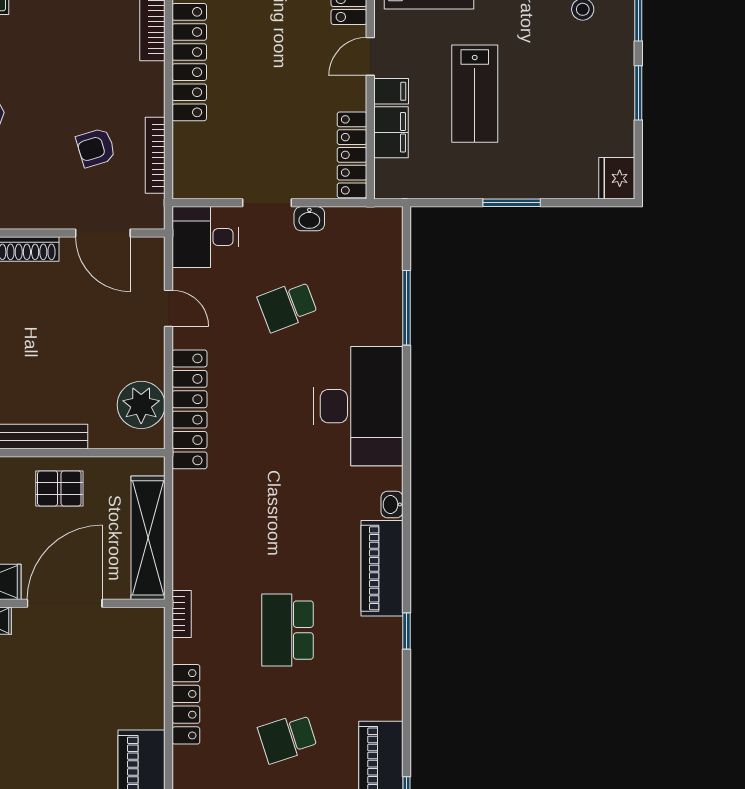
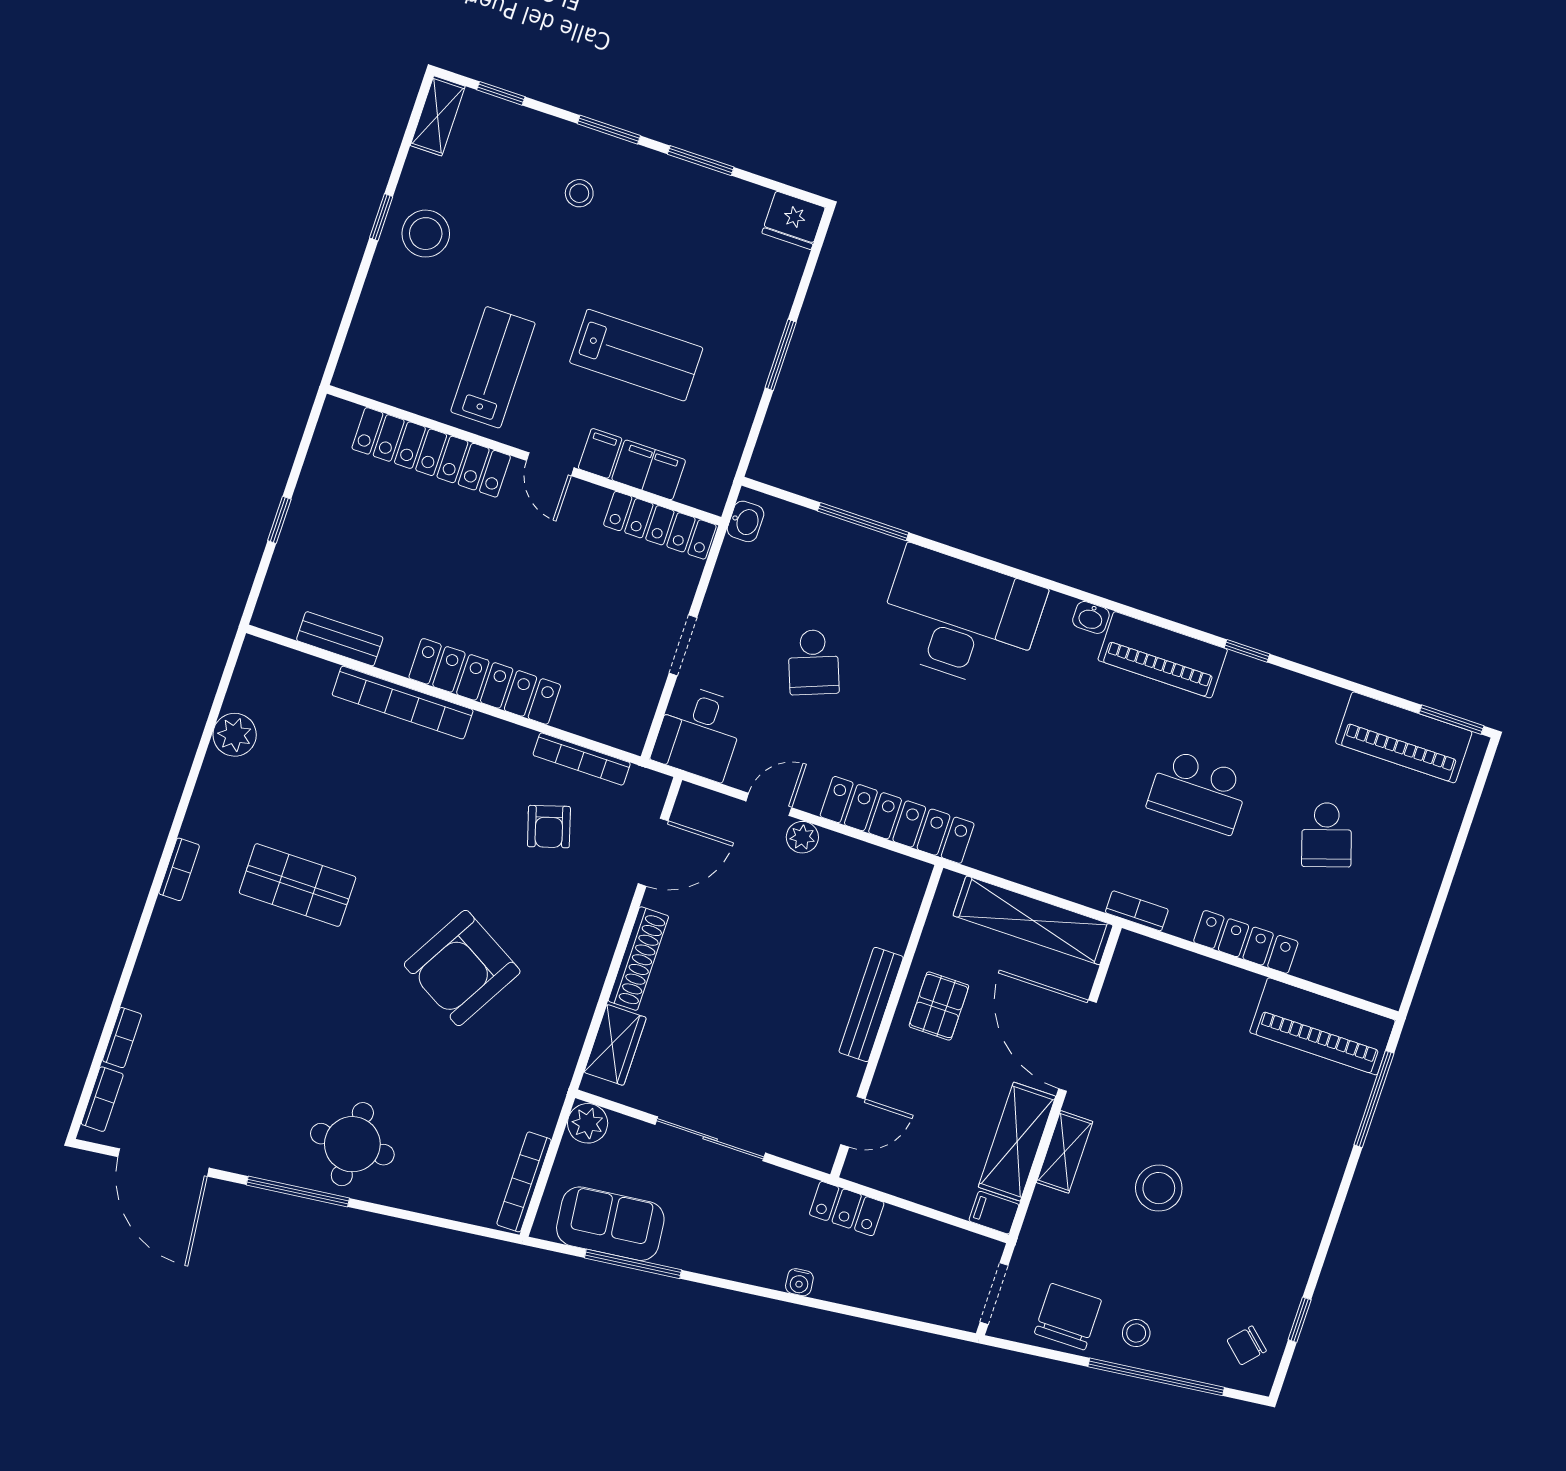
washbasin: (309, 219) -> (746, 521), moved
plant: (141, 405) -> (802, 837), moved, width x0.53, depth x0.53

